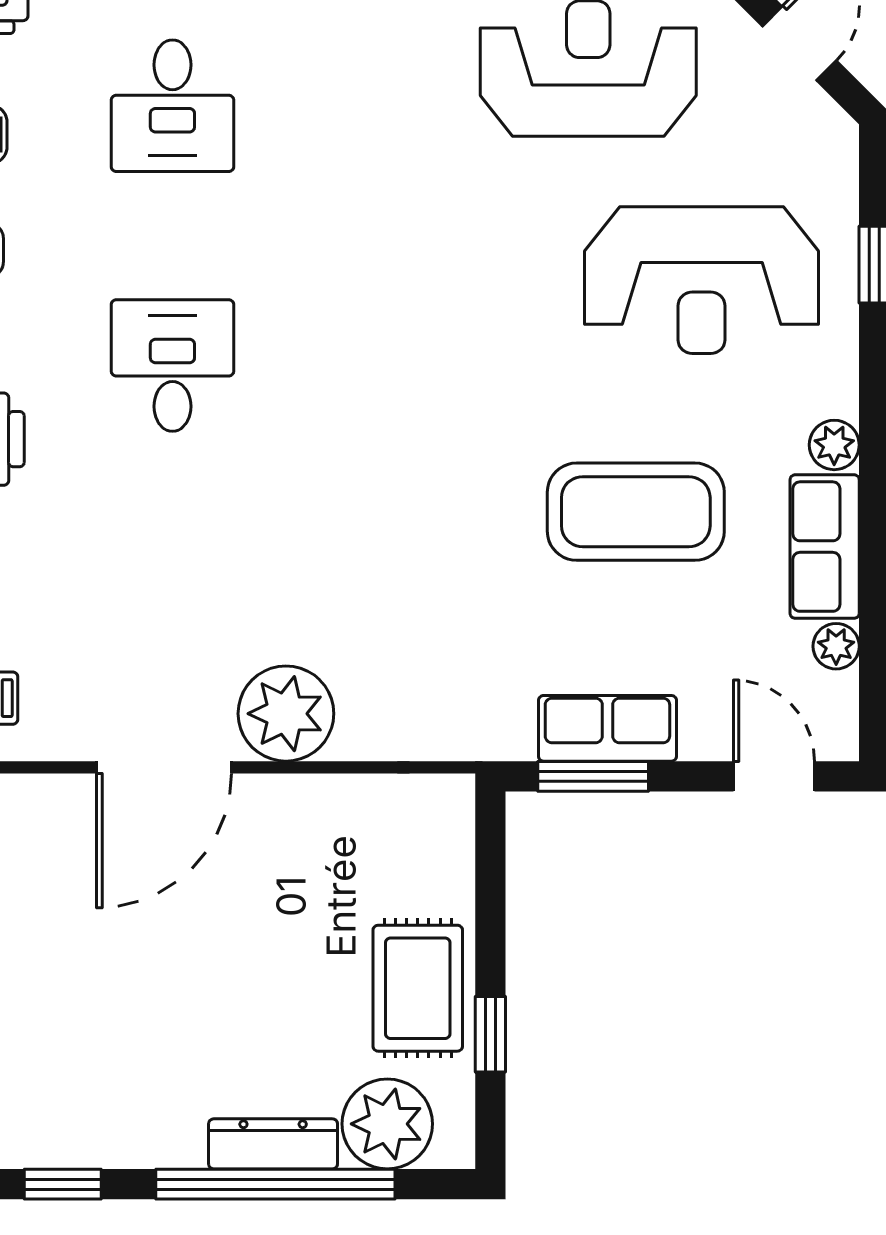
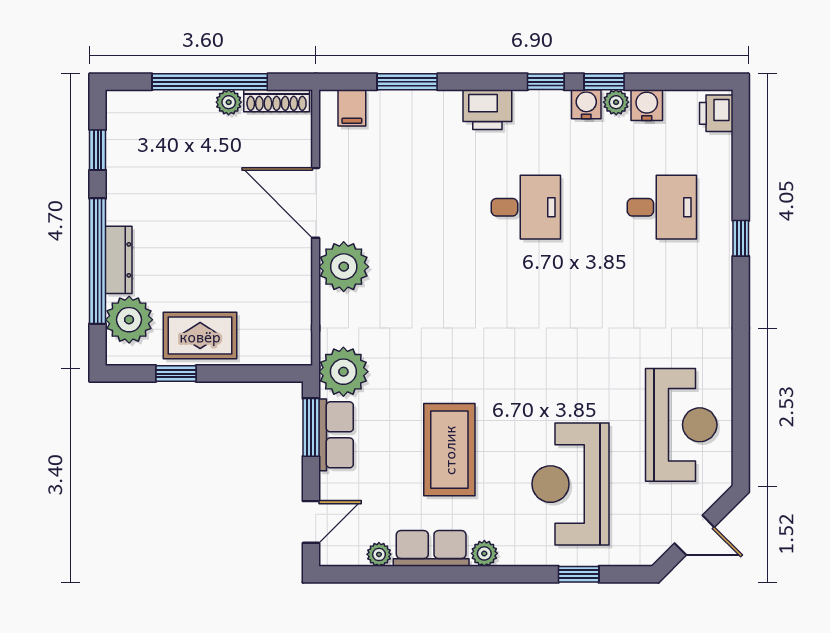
desk: (172, 106) -> (662, 207), turned 180
plant: (487, 714) -> (343, 372), added

